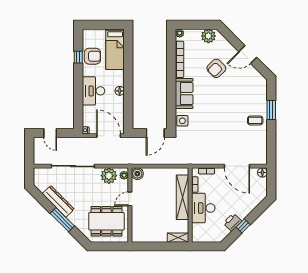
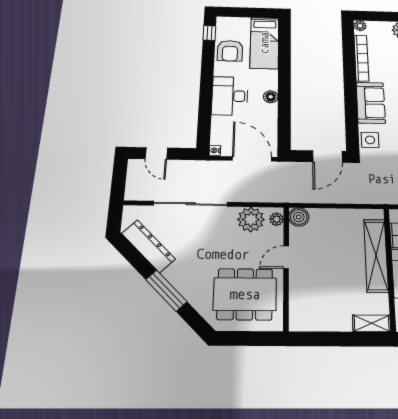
armchair: (92, 56) -> (230, 51), turned 90
window: (78, 57) -> (209, 33), moved
dresser: (58, 201) -> (148, 246), moved

